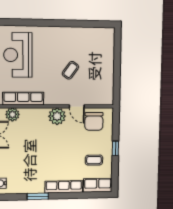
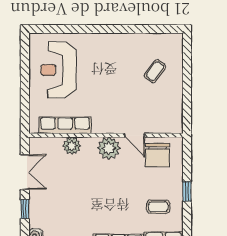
coffee table: (70, 70) -> (155, 71), moved
plant: (12, 114) -> (72, 146), moved

